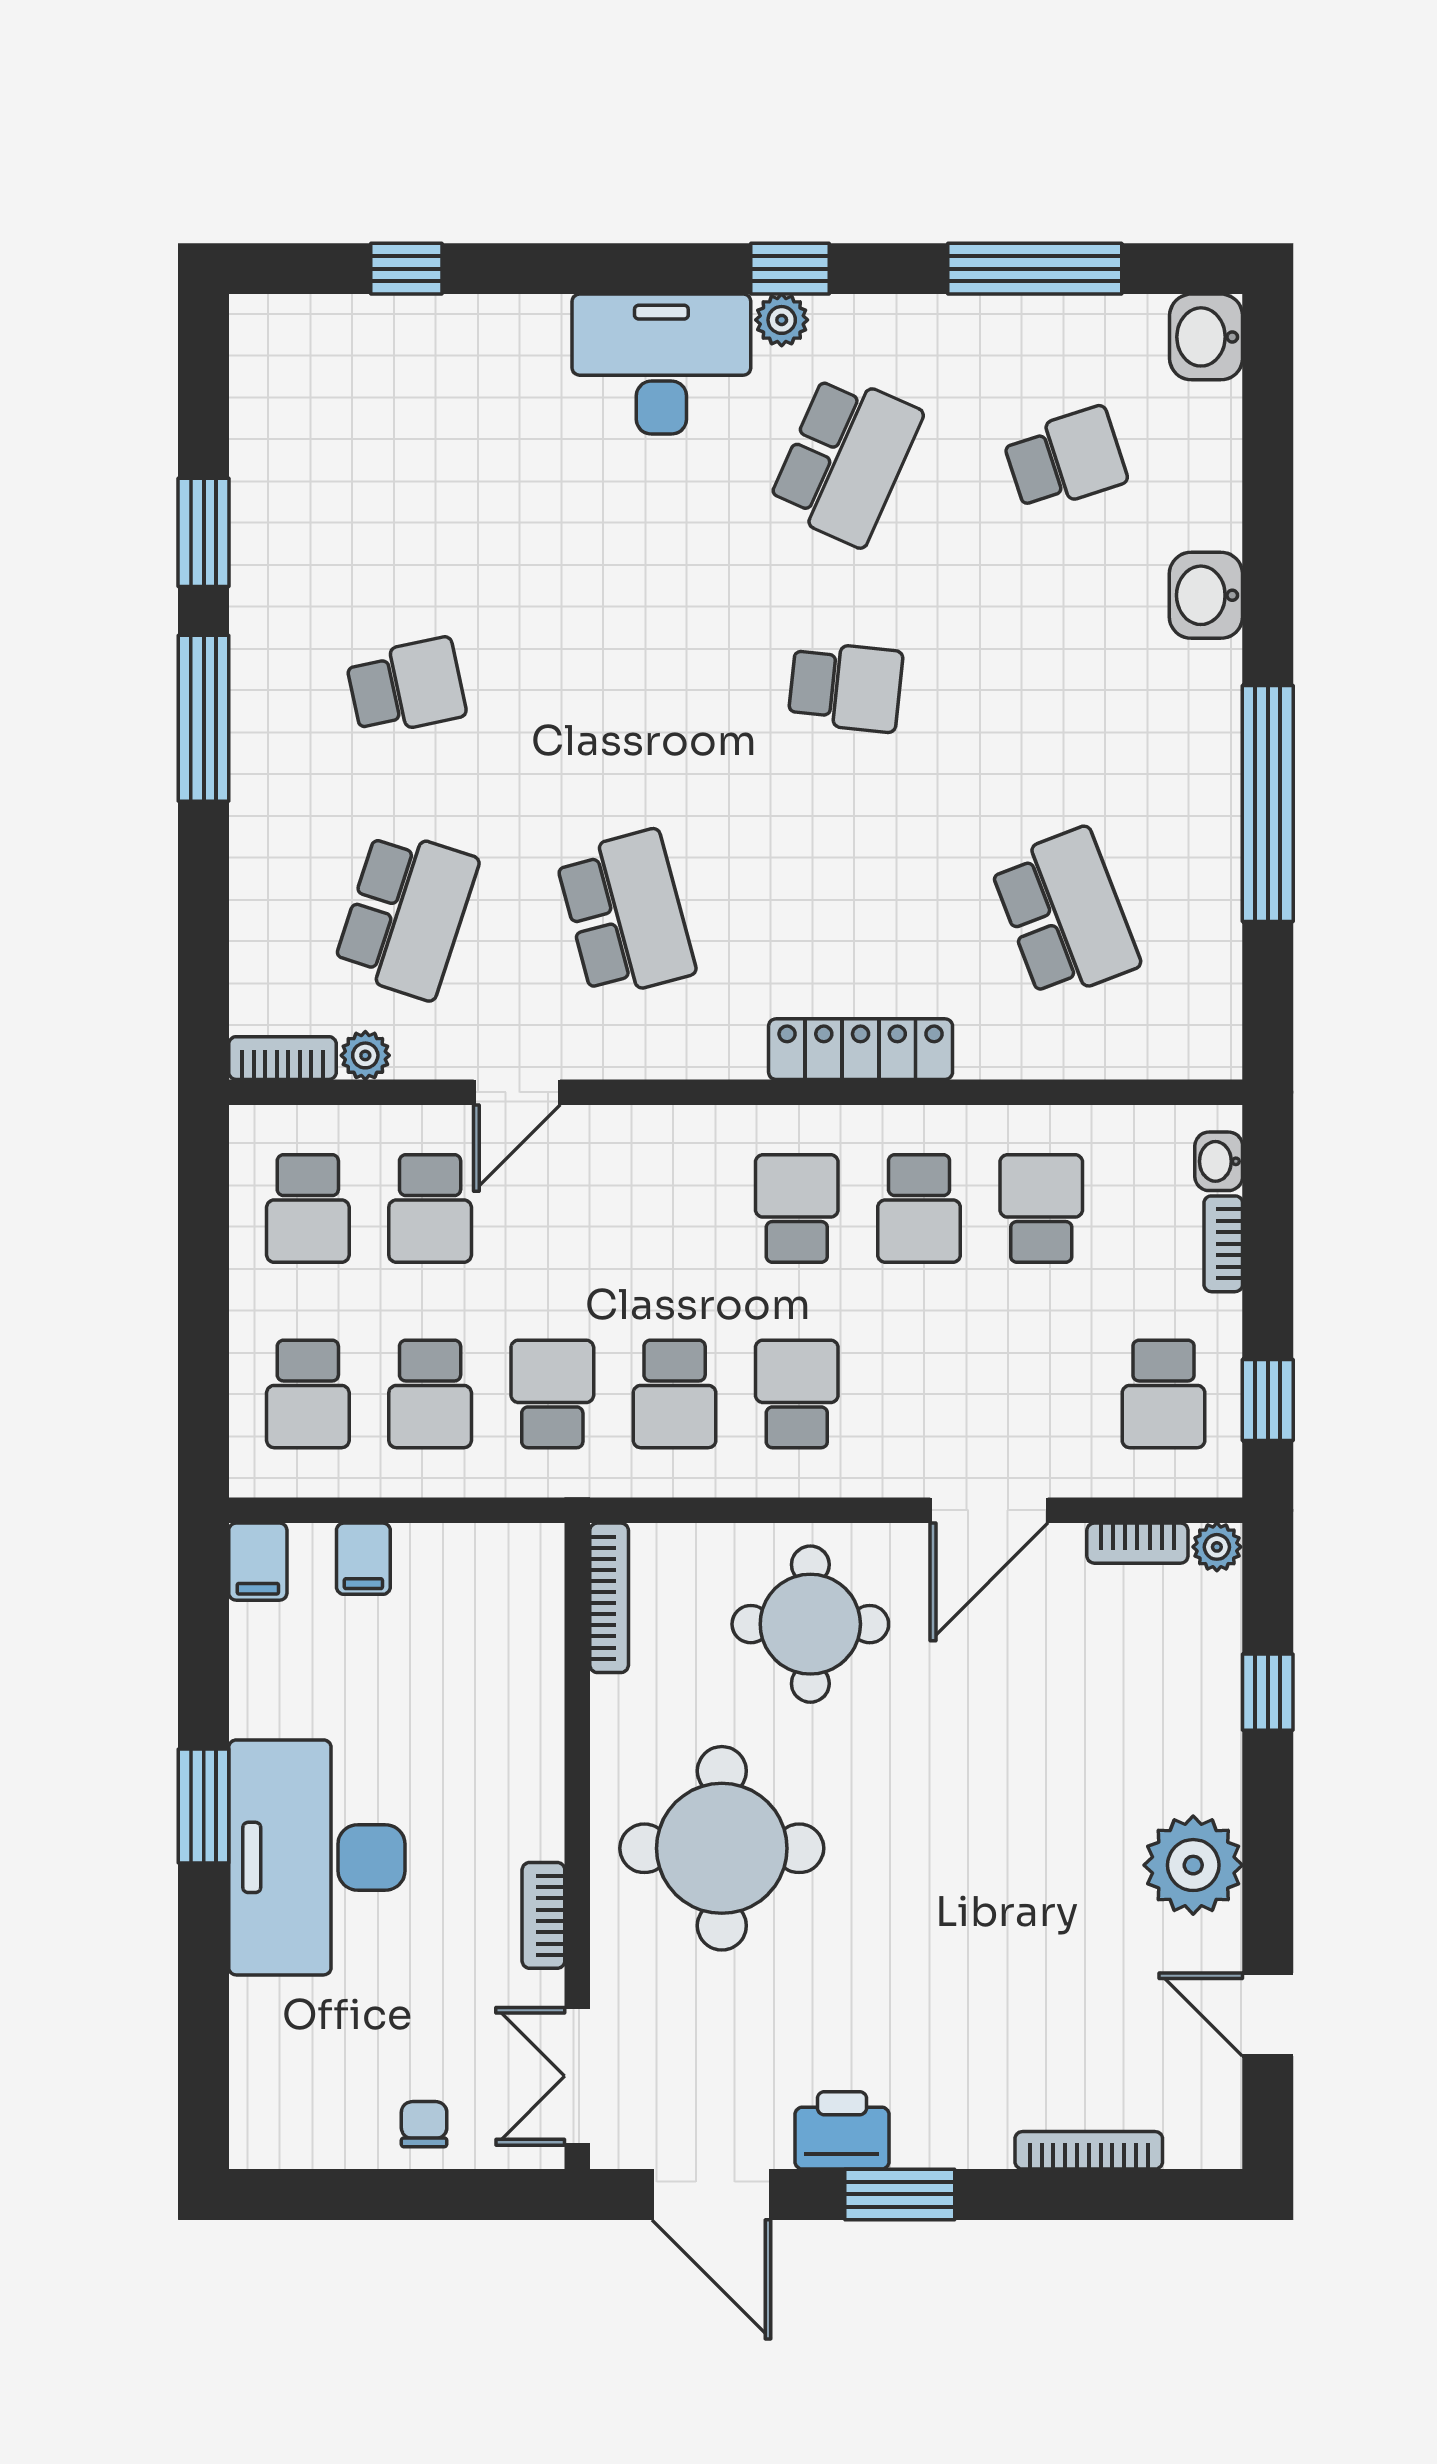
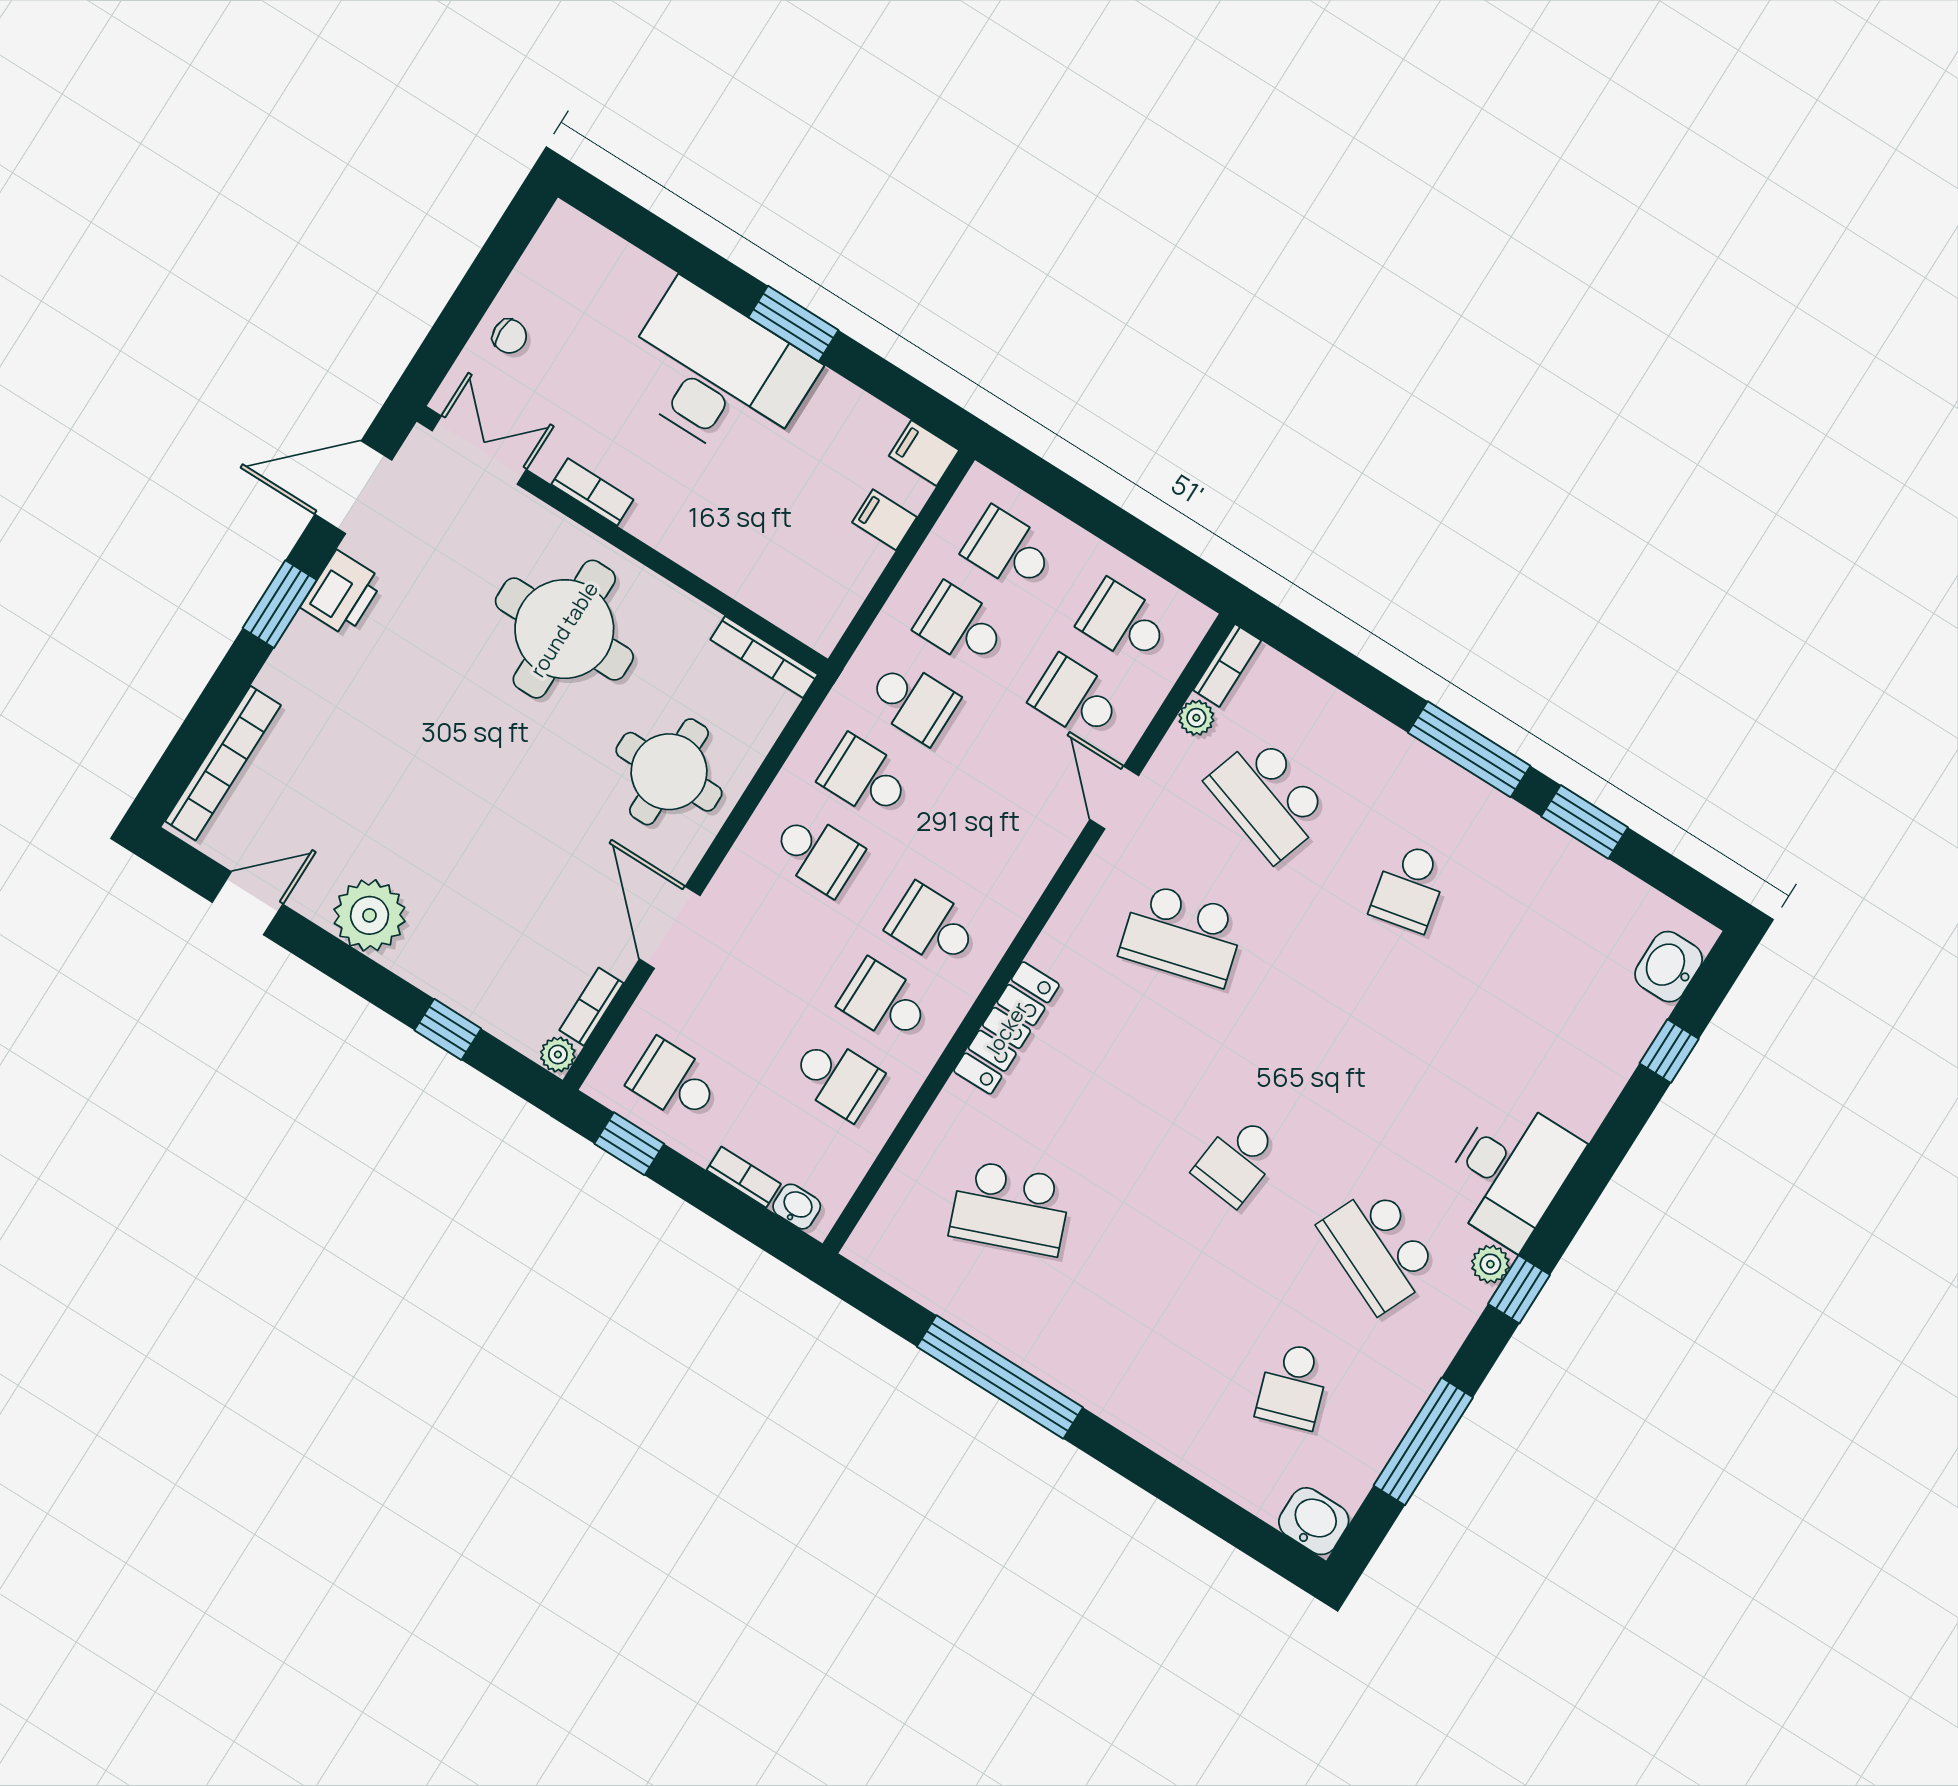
washbasin: (1206, 595) -> (1669, 967), moved, turned -90
school desk: (797, 1209) -> (932, 926), turned 180
bookcase: (1089, 2150) -> (223, 763), width x1.48, depth x1.31

